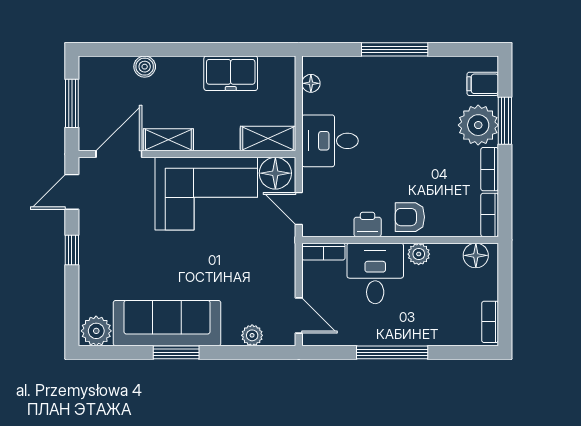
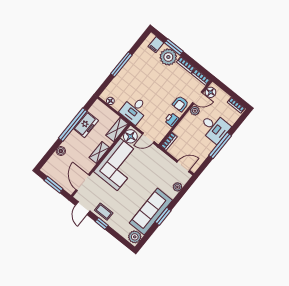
window: (211, 49) -> (73, 125), added
shelving: (168, 140) -> (99, 152), moved
coffee table: (97, 236) -> (104, 212), added
door: (447, 240) -> (198, 98), added
desk: (375, 273) -> (214, 128), moved, turned 180

